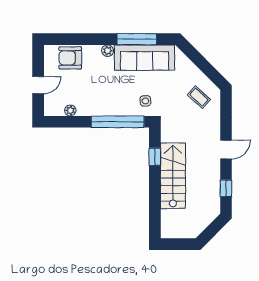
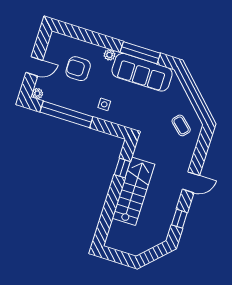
armchair: (70, 58) -> (78, 69), moved
side table: (145, 101) -> (104, 104), moved
plant: (70, 110) -> (37, 93), moved
window: (118, 122) -> (66, 114), moved

